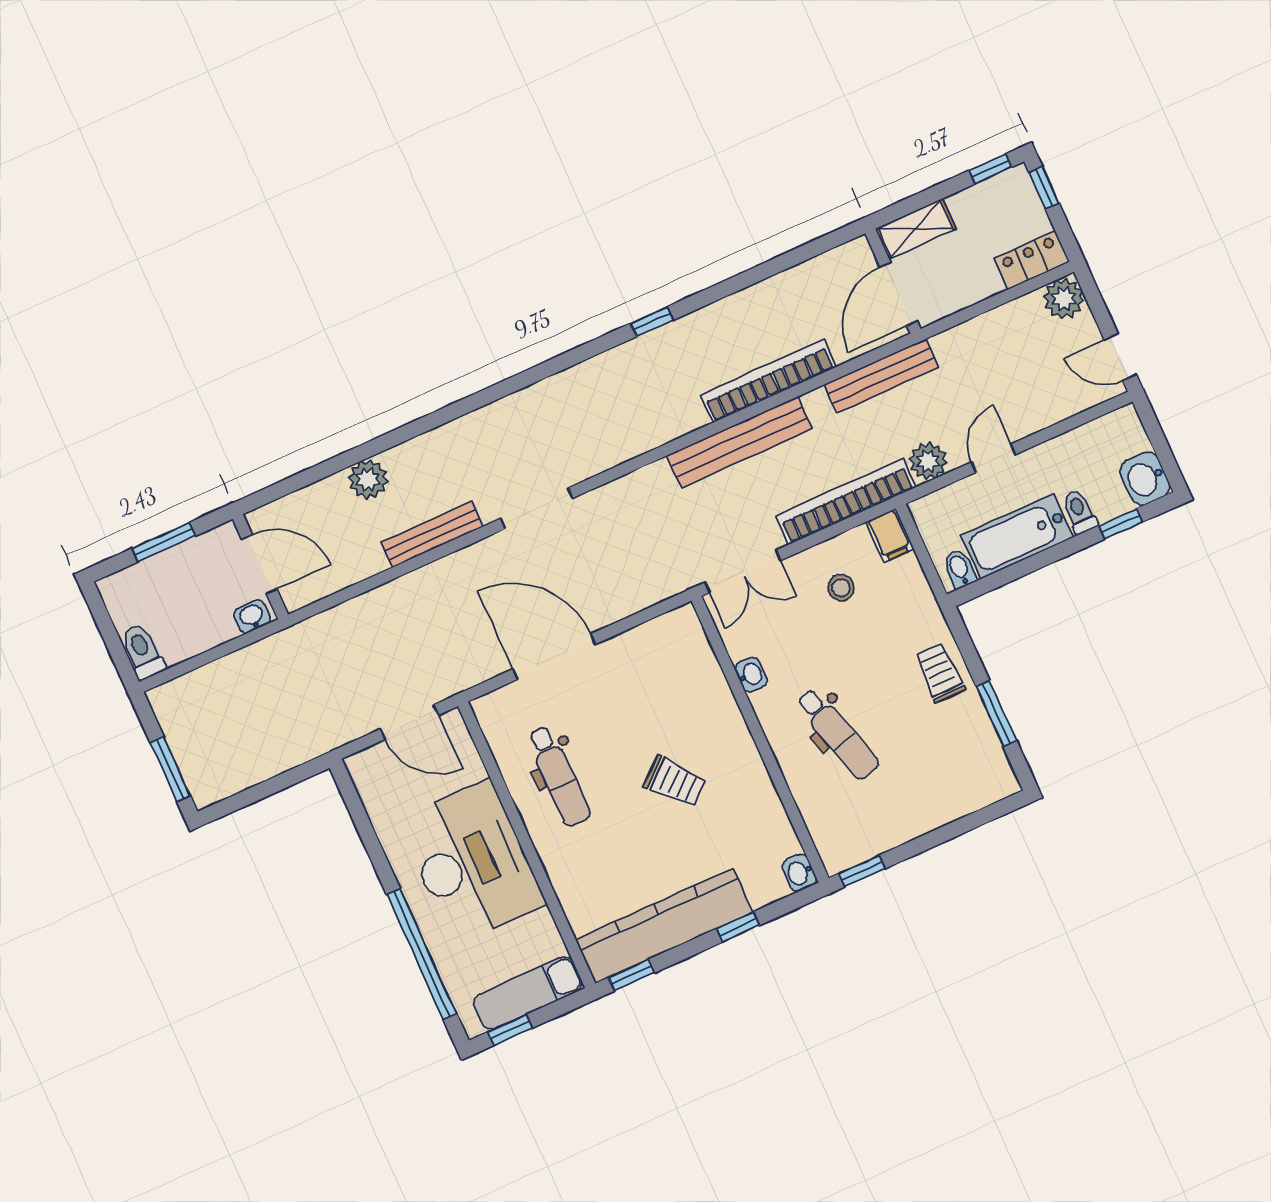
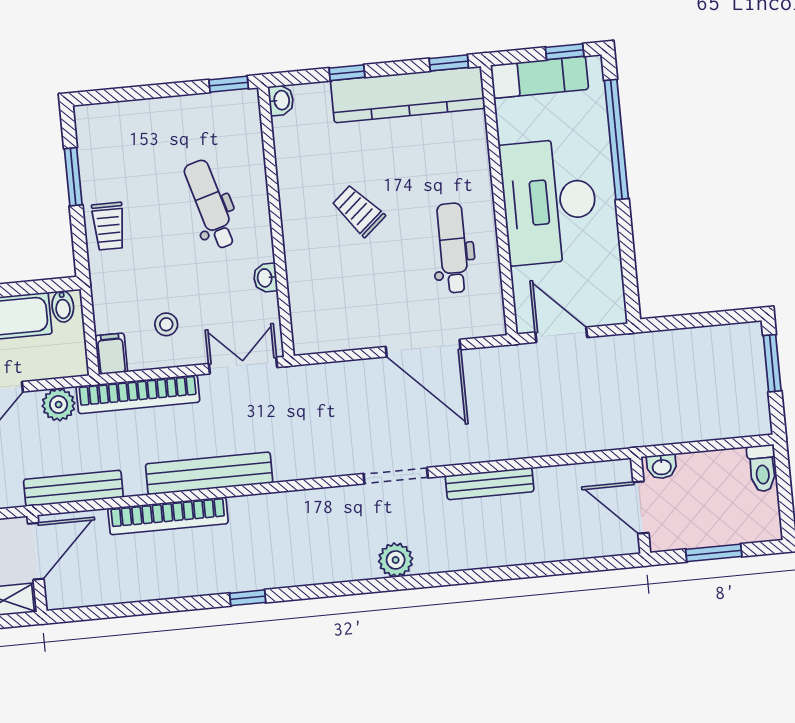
plant: (368, 479) -> (396, 560), moved

